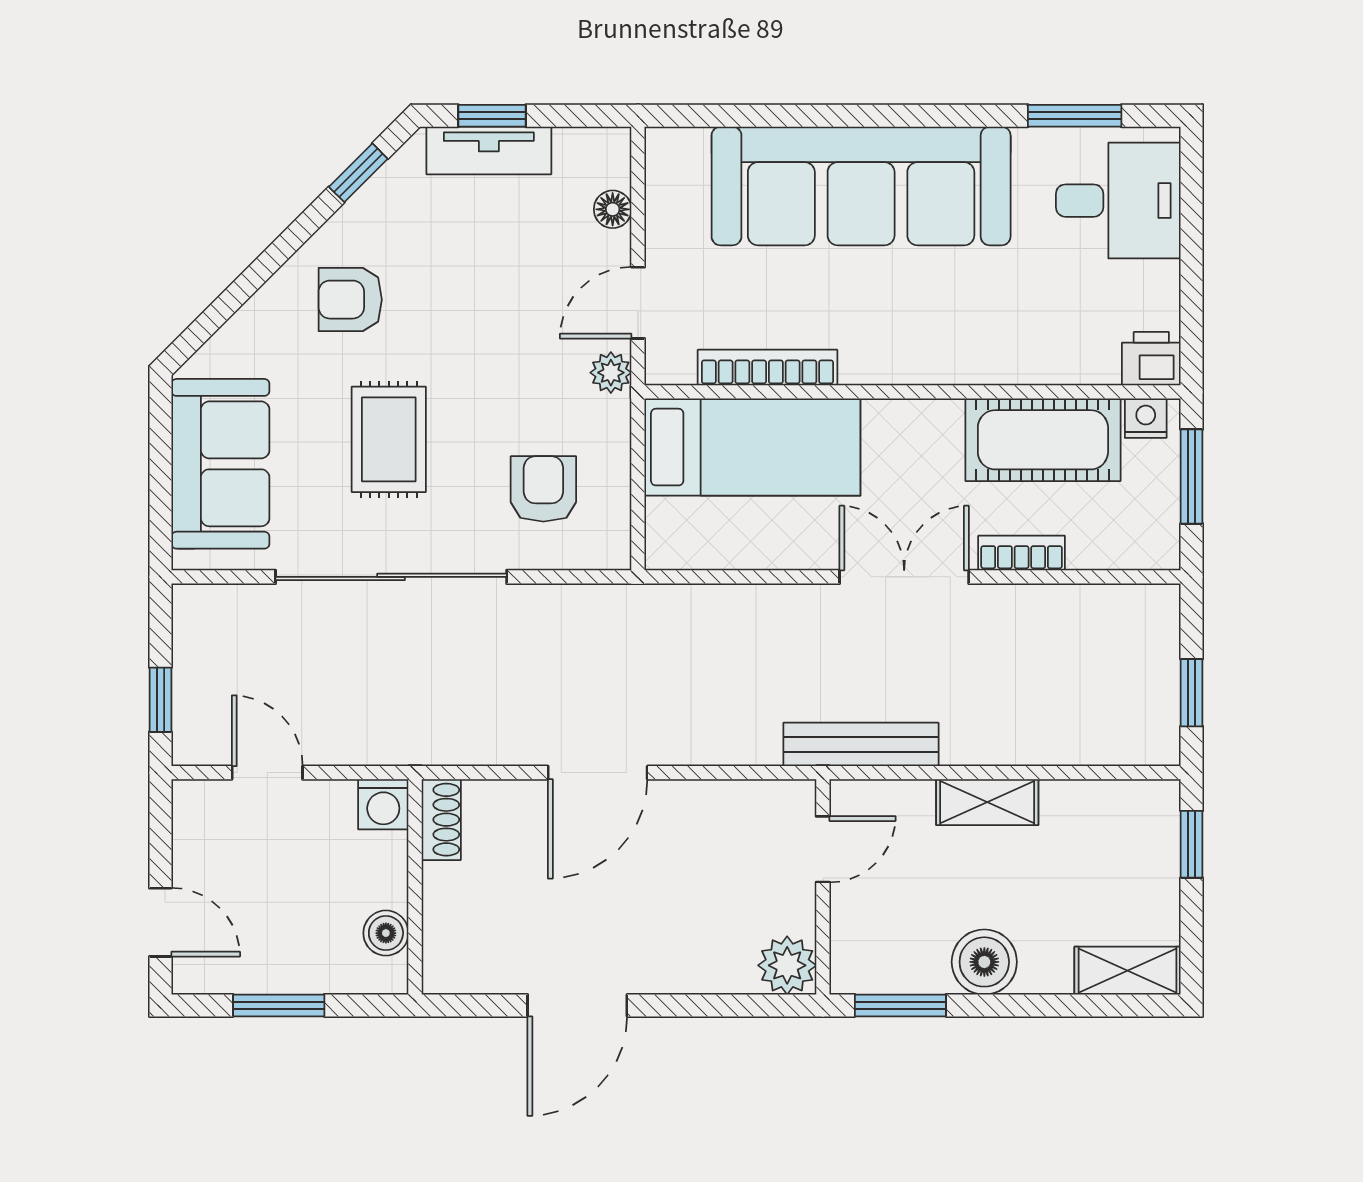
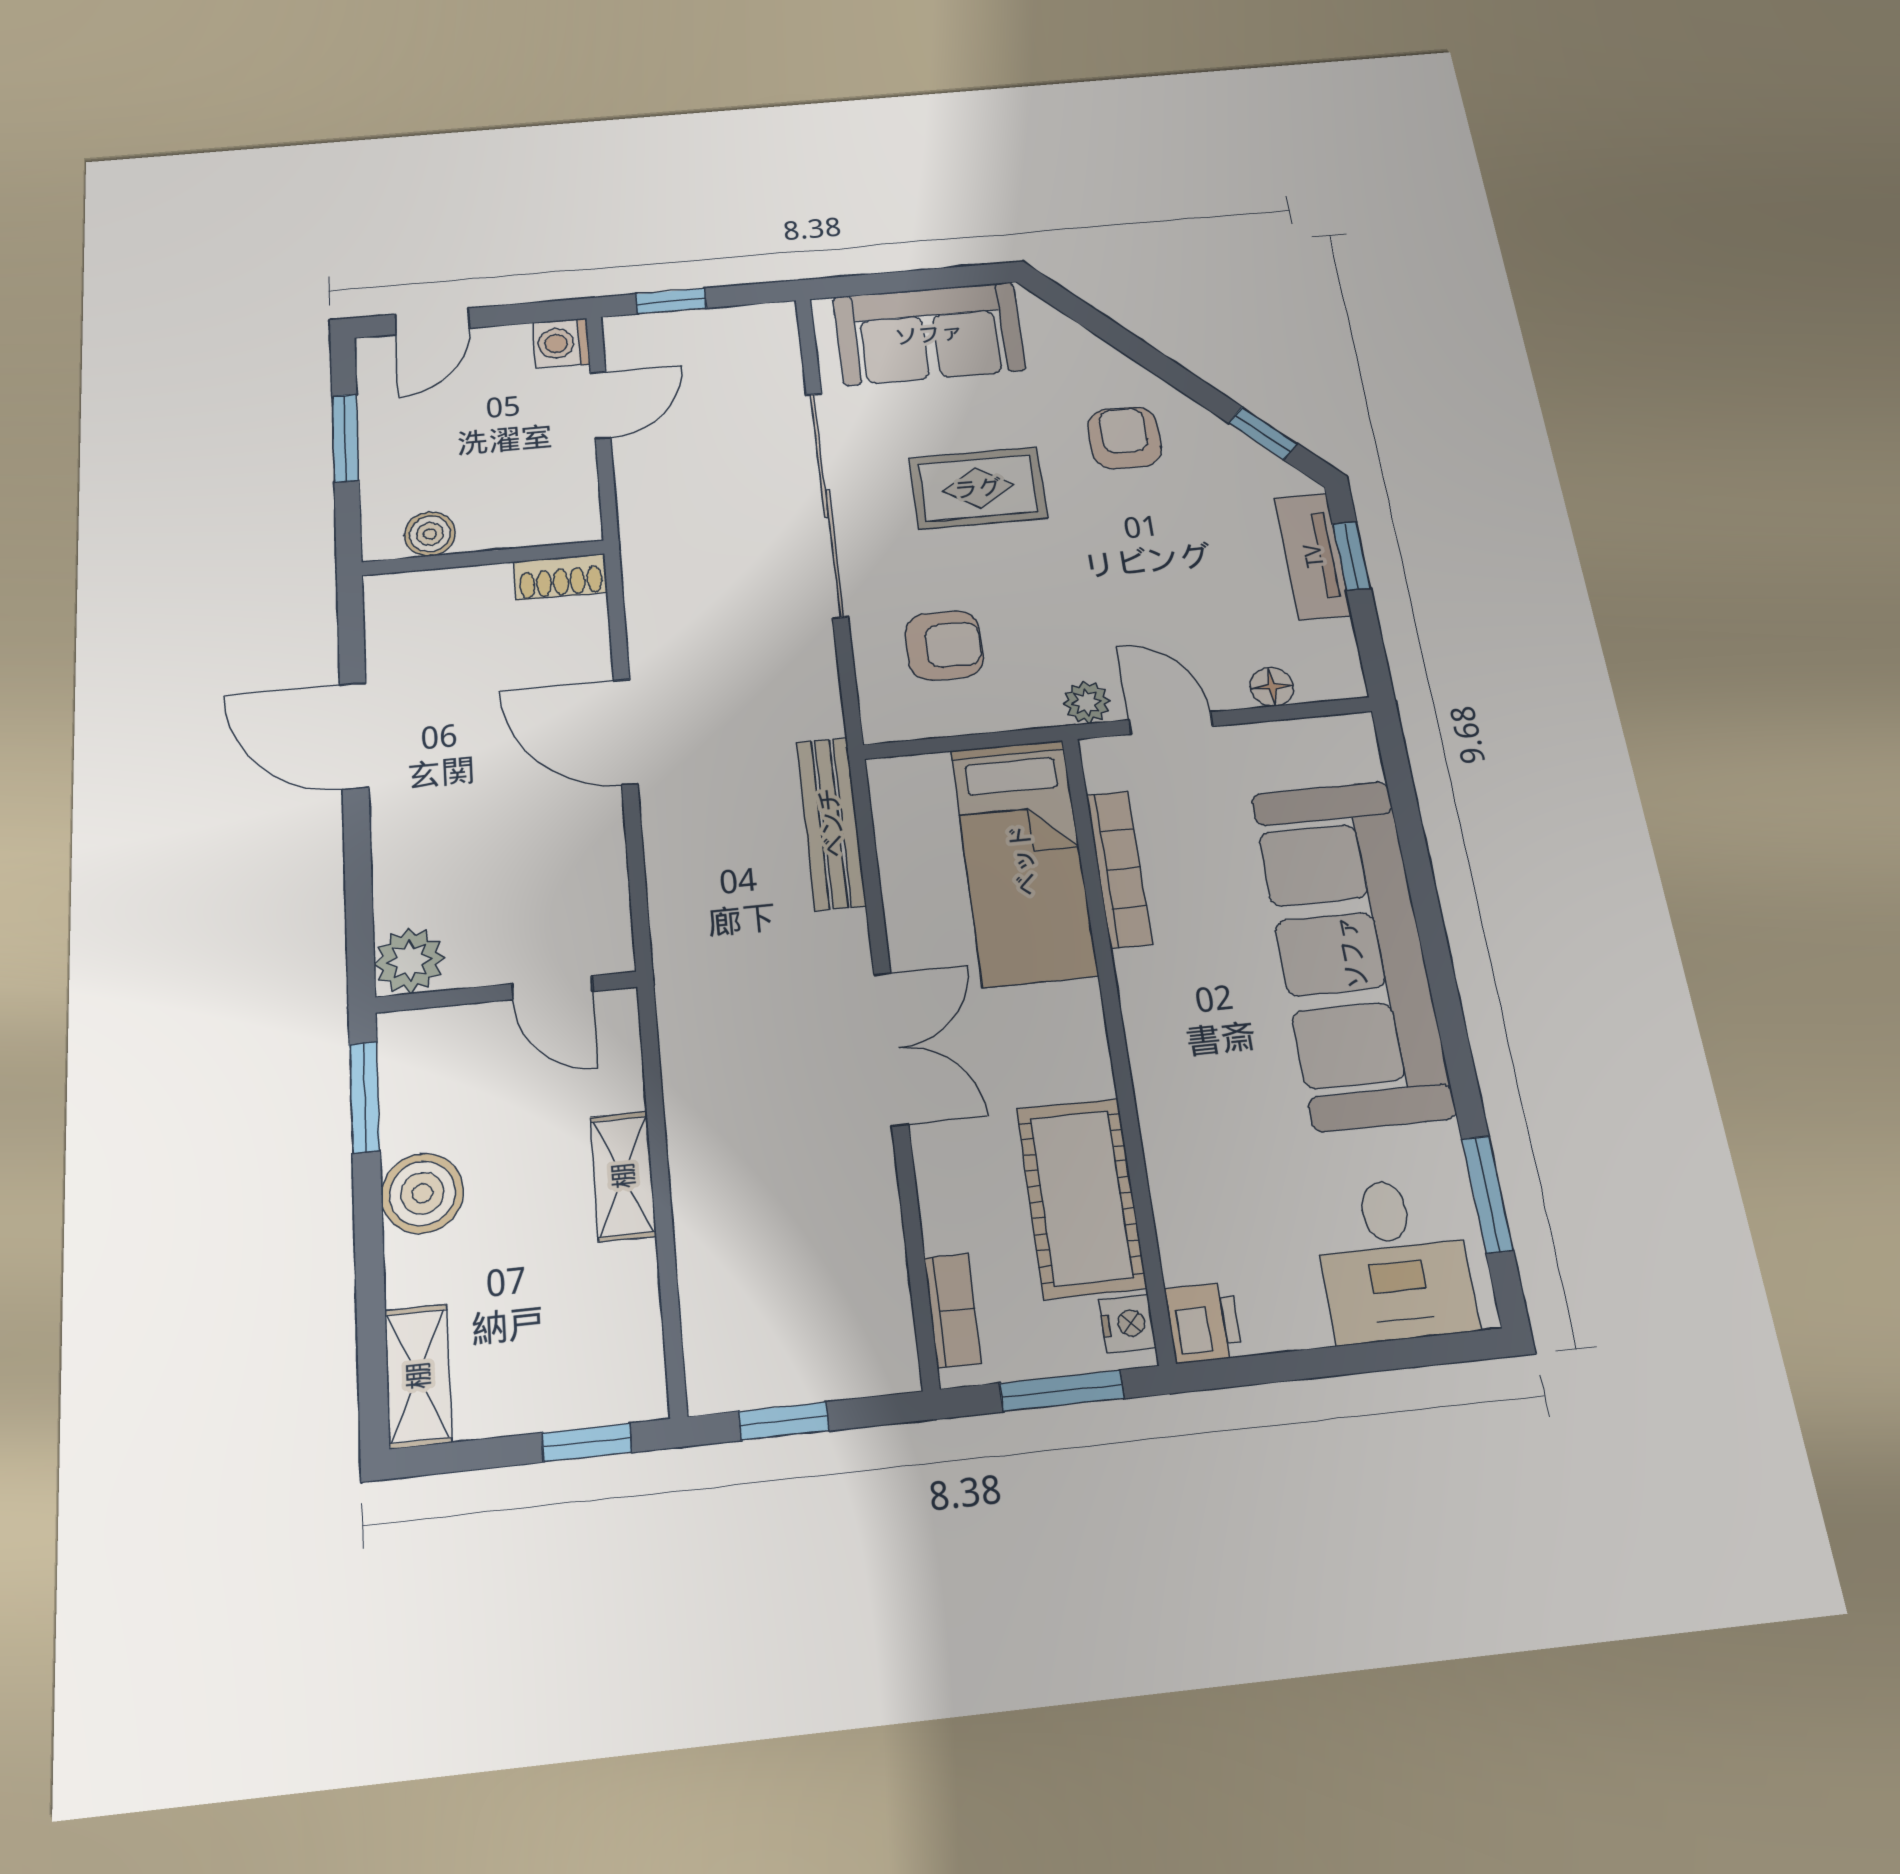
bookcase: (1022, 553) -> (953, 1310), moved
bench: (861, 744) -> (831, 823), moved
washing machine: (383, 804) -> (561, 343), moved

